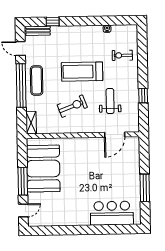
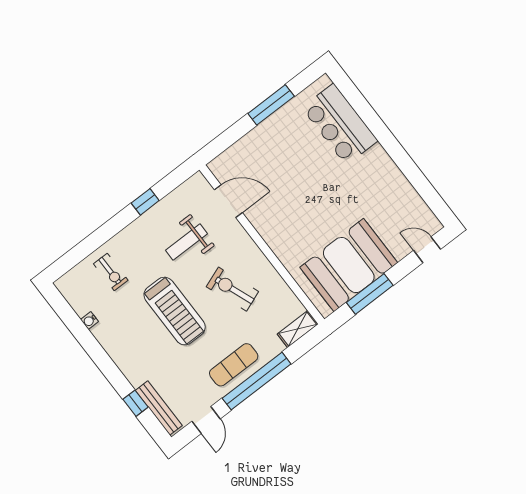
bench: (38, 31) -> (159, 408), width x1.36
window: (23, 181) -> (370, 294), moved

